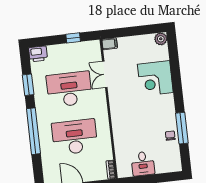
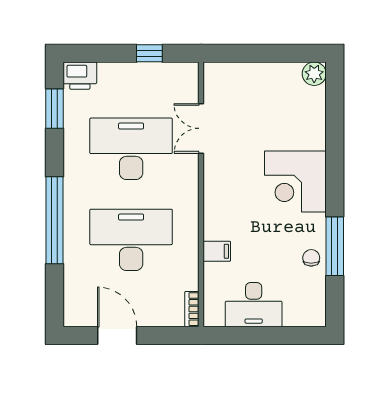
filing cabinet: (110, 44) -> (217, 251), moved
corner desk: (155, 78) -> (295, 181), moved
window: (28, 85) -> (55, 109), moved
desk: (143, 164) -> (254, 305), width x1.37

